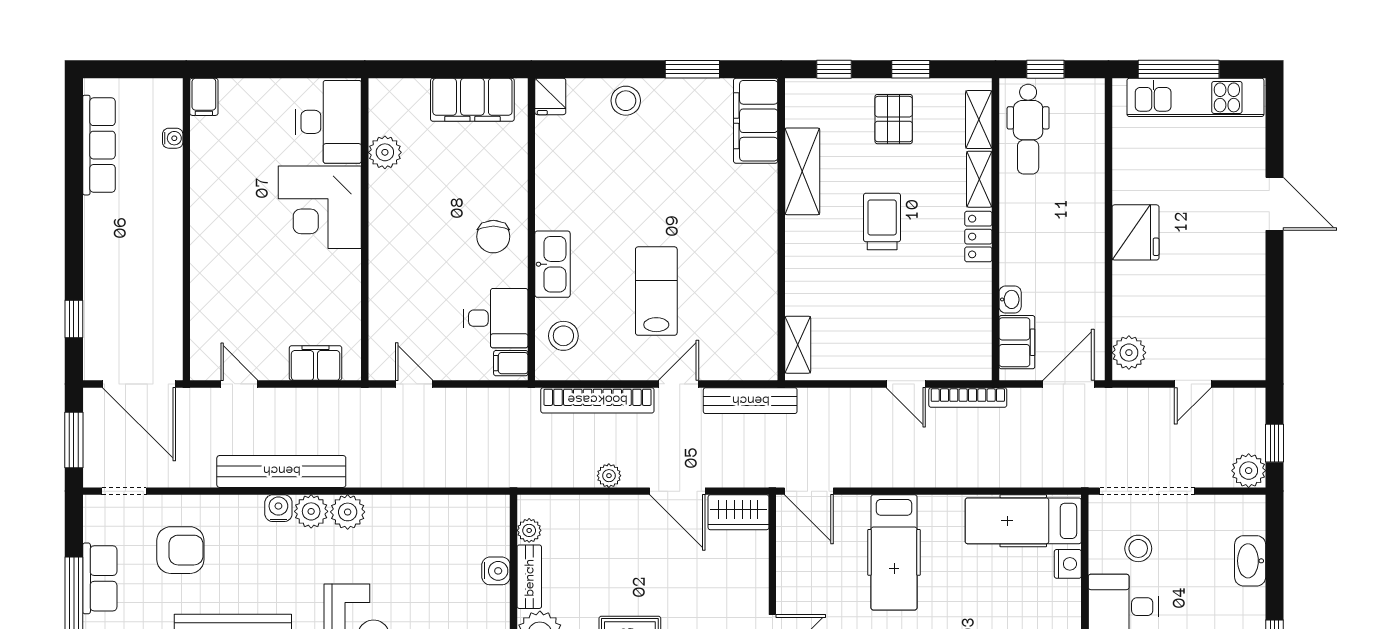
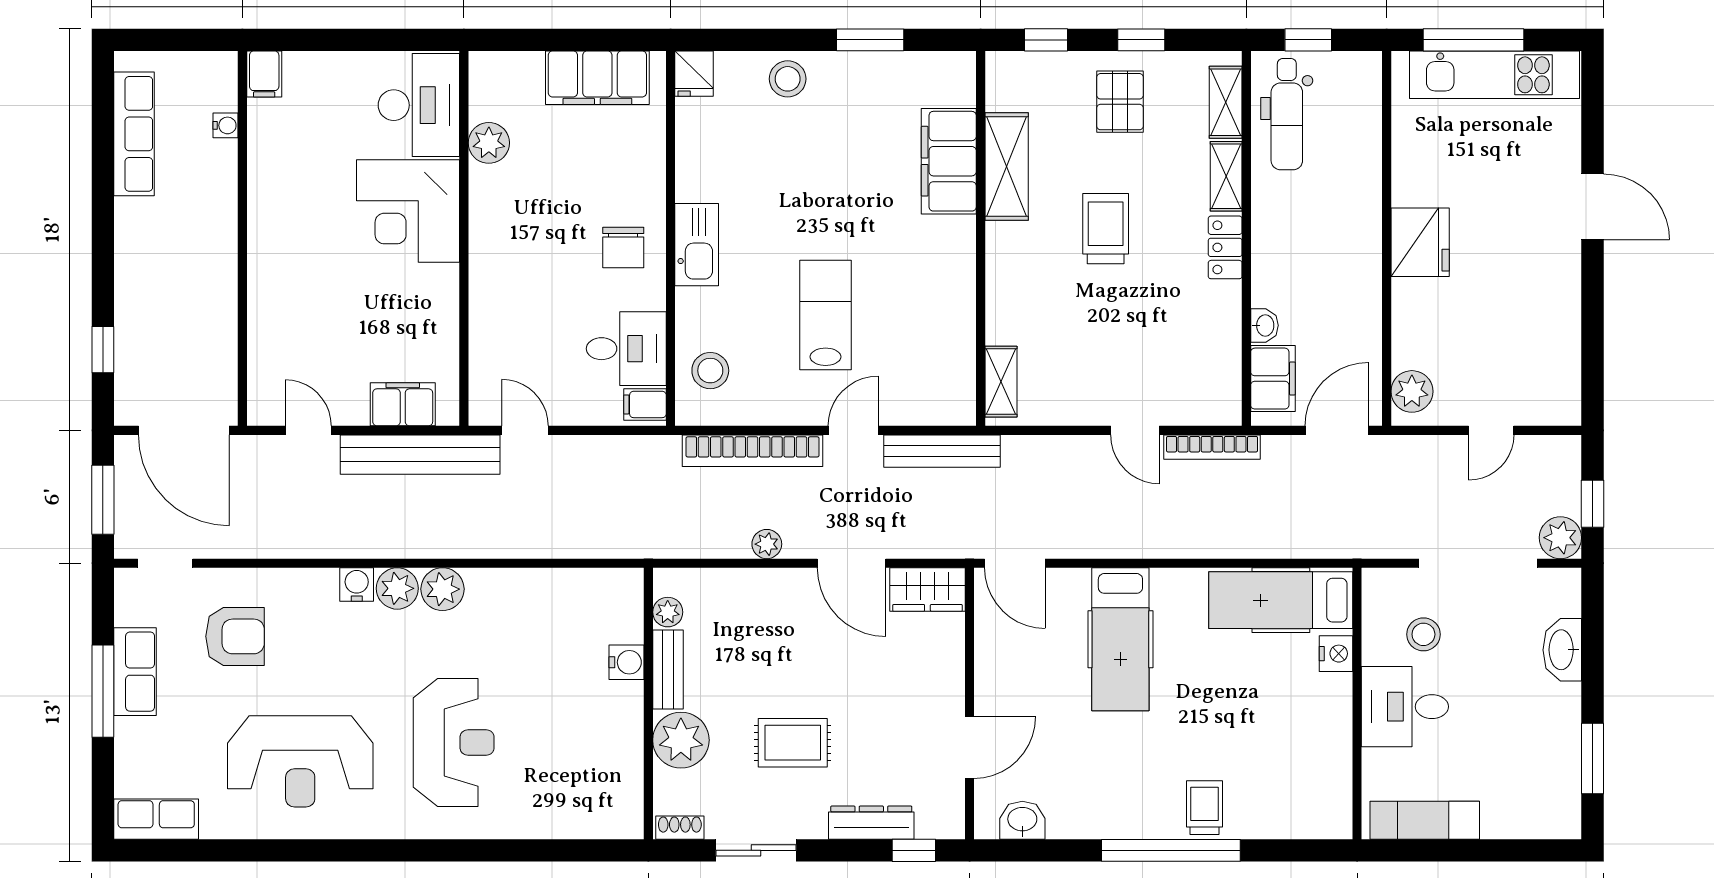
filing cabinet: (756, 121) -> (949, 161), moved
kitchen sink: (552, 264) -> (697, 245), moved
bench: (281, 471) -> (420, 455), moved
doorway: (1147, 491) -> (1478, 563), moved

